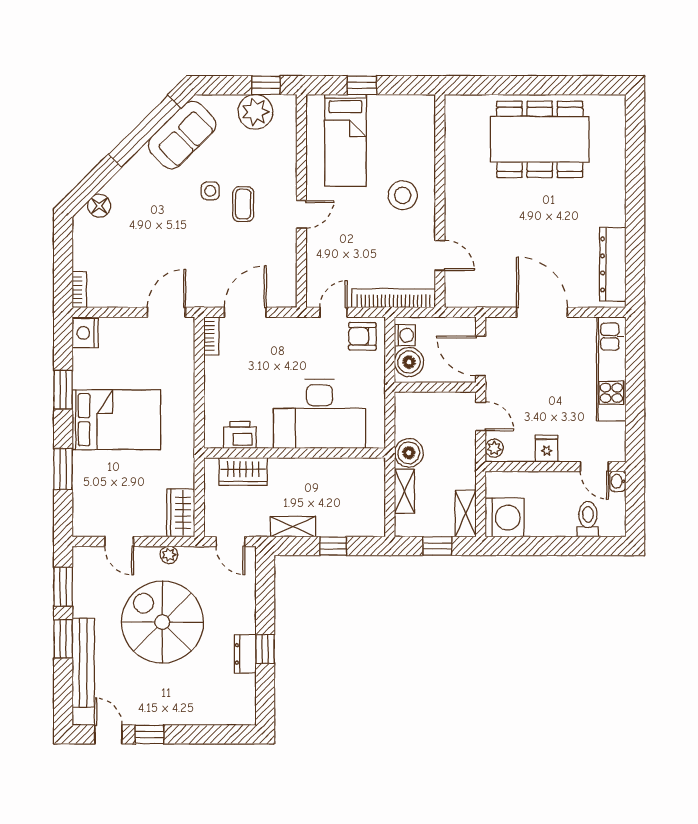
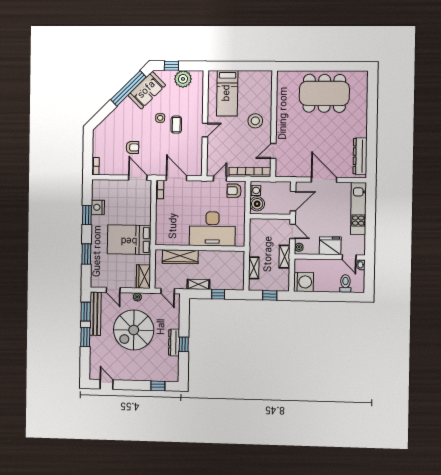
window: (266, 85) -> (171, 66), moved
window: (362, 85) -> (236, 66), removed
floor lamp: (99, 206) -> (106, 125), removed
armchair: (155, 251) -> (132, 147), added
door: (440, 256) -> (273, 151), swing flipped
door: (166, 312) -> (138, 178), hinge flipped
door: (245, 312) -> (176, 178), hinge flipped
nightstand: (85, 333) -> (98, 207), moved
door: (481, 356) -> (293, 201), swing flipped
bed: (116, 420) -> (129, 240), moved, turned 180
printer: (240, 435) -> (173, 239), removed
fridge: (547, 449) -> (330, 246), width x1.88, depth x1.34
boiler: (409, 453) -> (256, 249), removed
wardrobe: (243, 471) -> (180, 257), width x1.50
shelving: (466, 514) -> (285, 257), moved
spiral stairs: (162, 622) -> (134, 330), turned -90
dresser: (245, 654) -> (174, 342), width x1.44
bench: (83, 663) -> (95, 314), moved
window: (150, 734) -> (158, 386), moved

